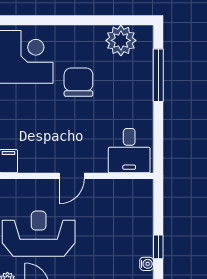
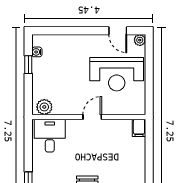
plant: (137, 189) -> (44, 107), added

